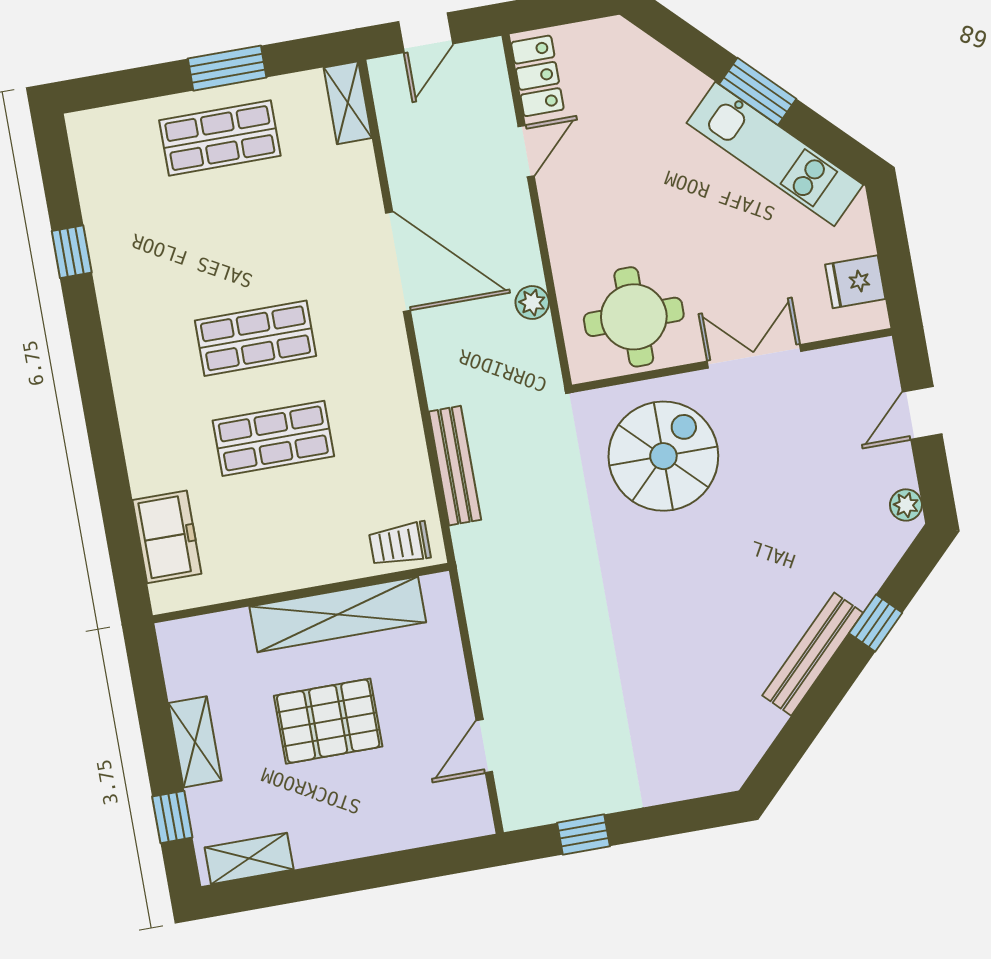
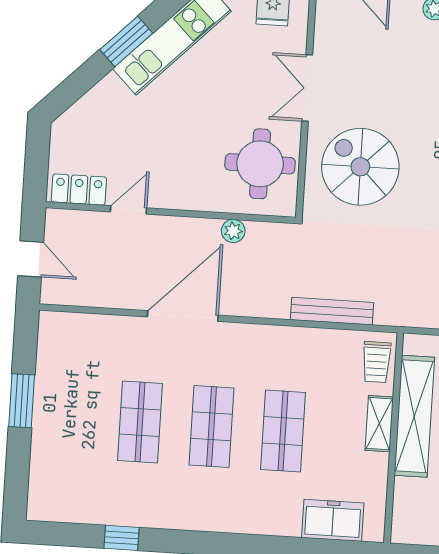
shelving: (348, 103) -> (379, 424), moved, turned 90
shop shelf: (220, 138) -> (140, 422), moved
door: (526, 151) -> (129, 210), hinge flipped

